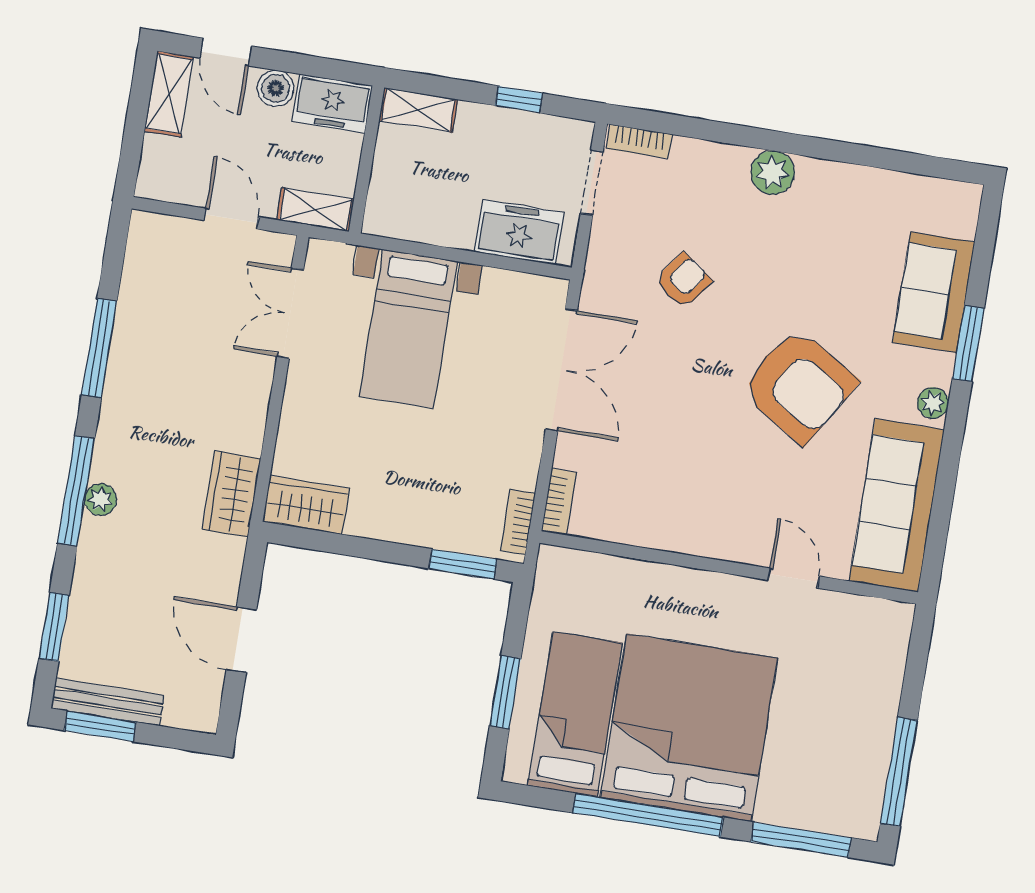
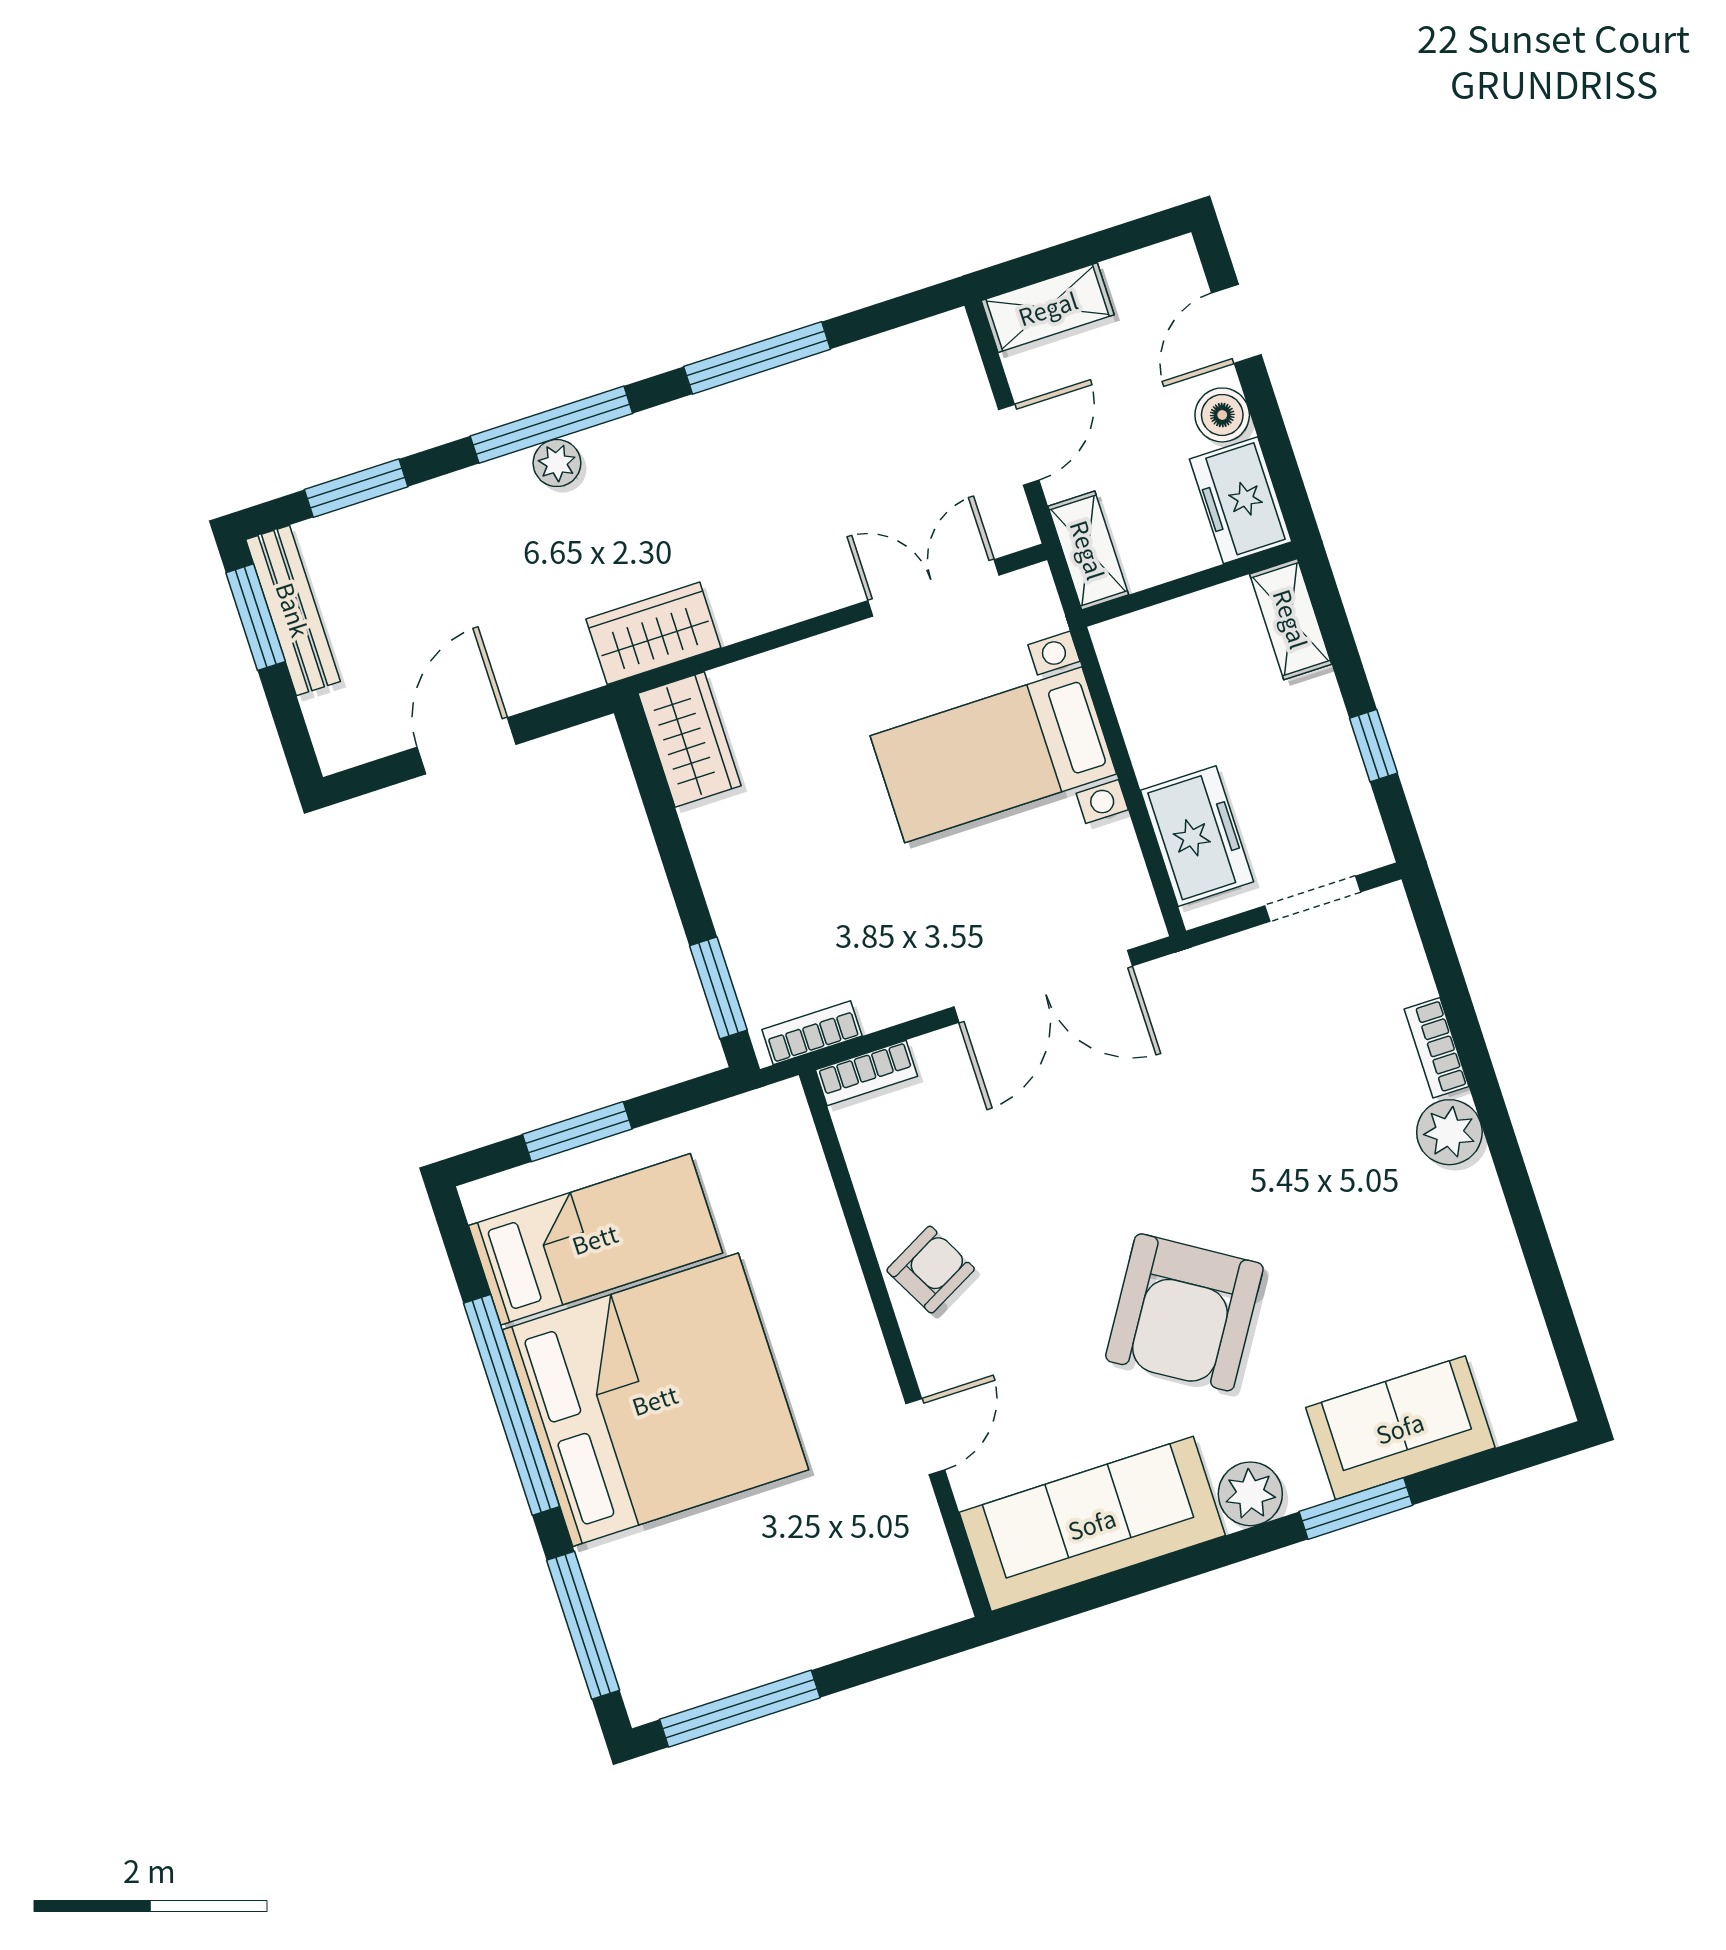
shelving: (169, 94) -> (1048, 308), moved
bookcase: (639, 141) -> (1437, 1048), moved
armchair: (683, 281) -> (931, 1270), moved, turned -64
plant: (933, 403) -> (1250, 1494), width x1.38, depth x1.38

